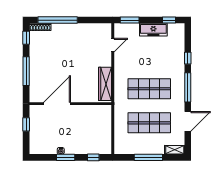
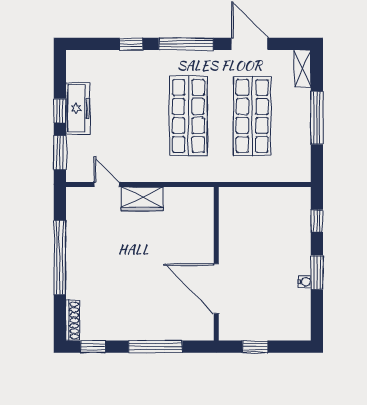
window: (58, 20) -> (60, 257), moved
window: (169, 20) -> (60, 111), moved
wardrobe: (105, 84) -> (142, 199), moved, width x0.67

